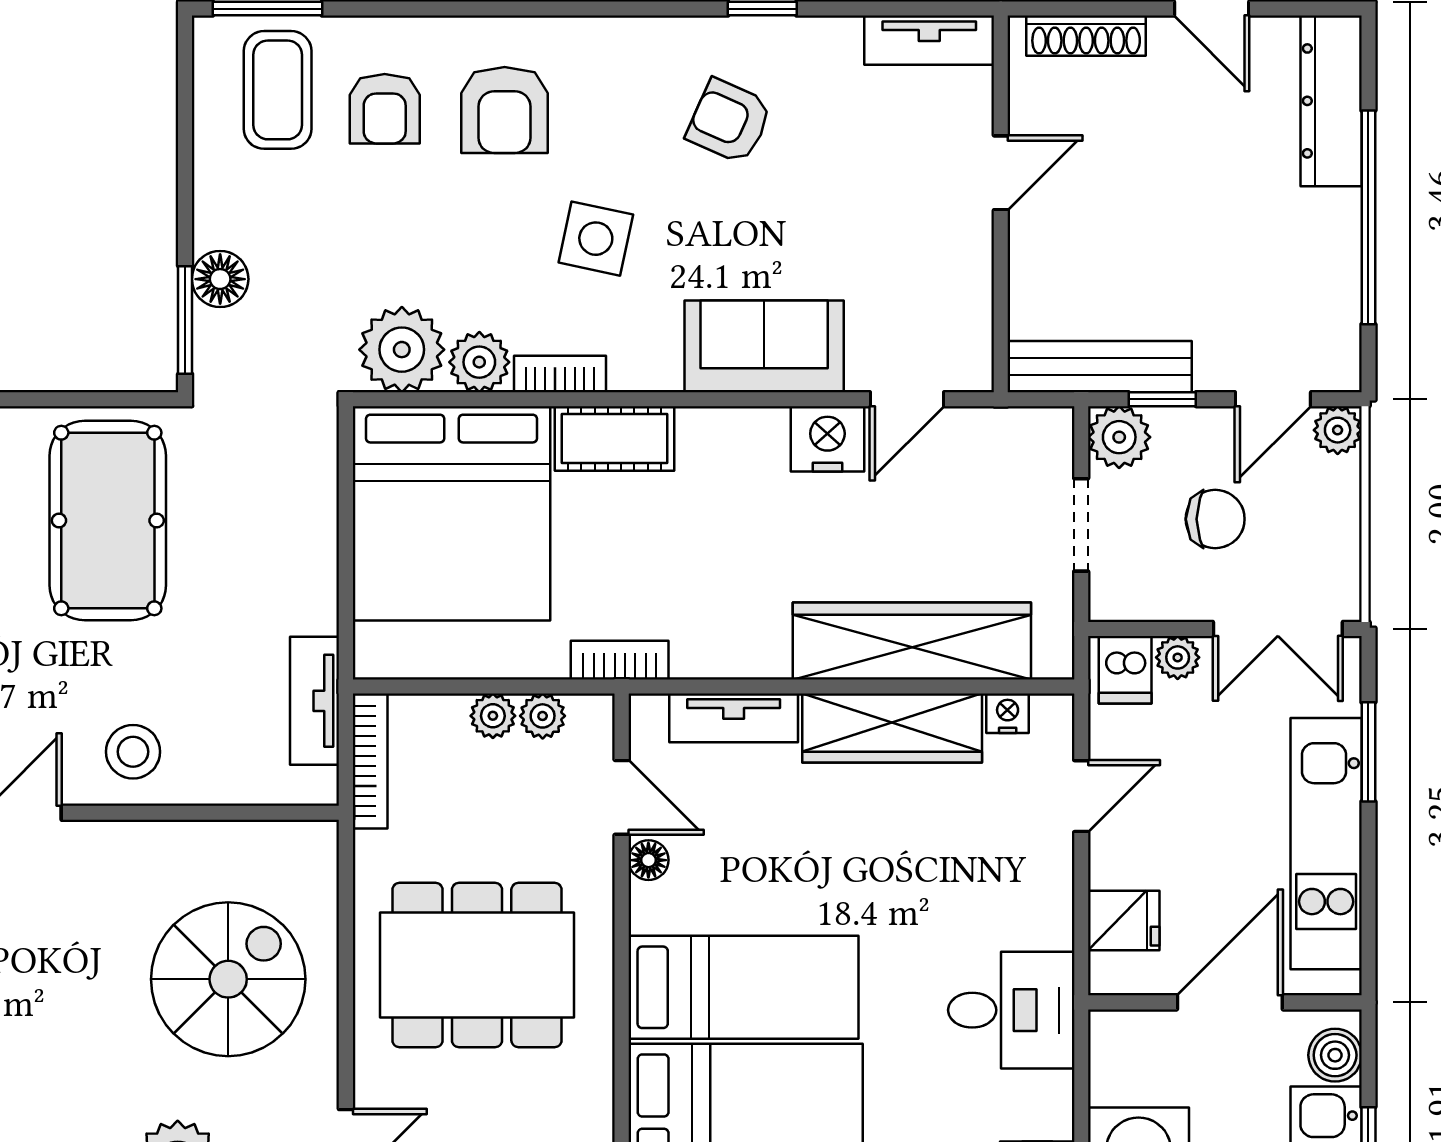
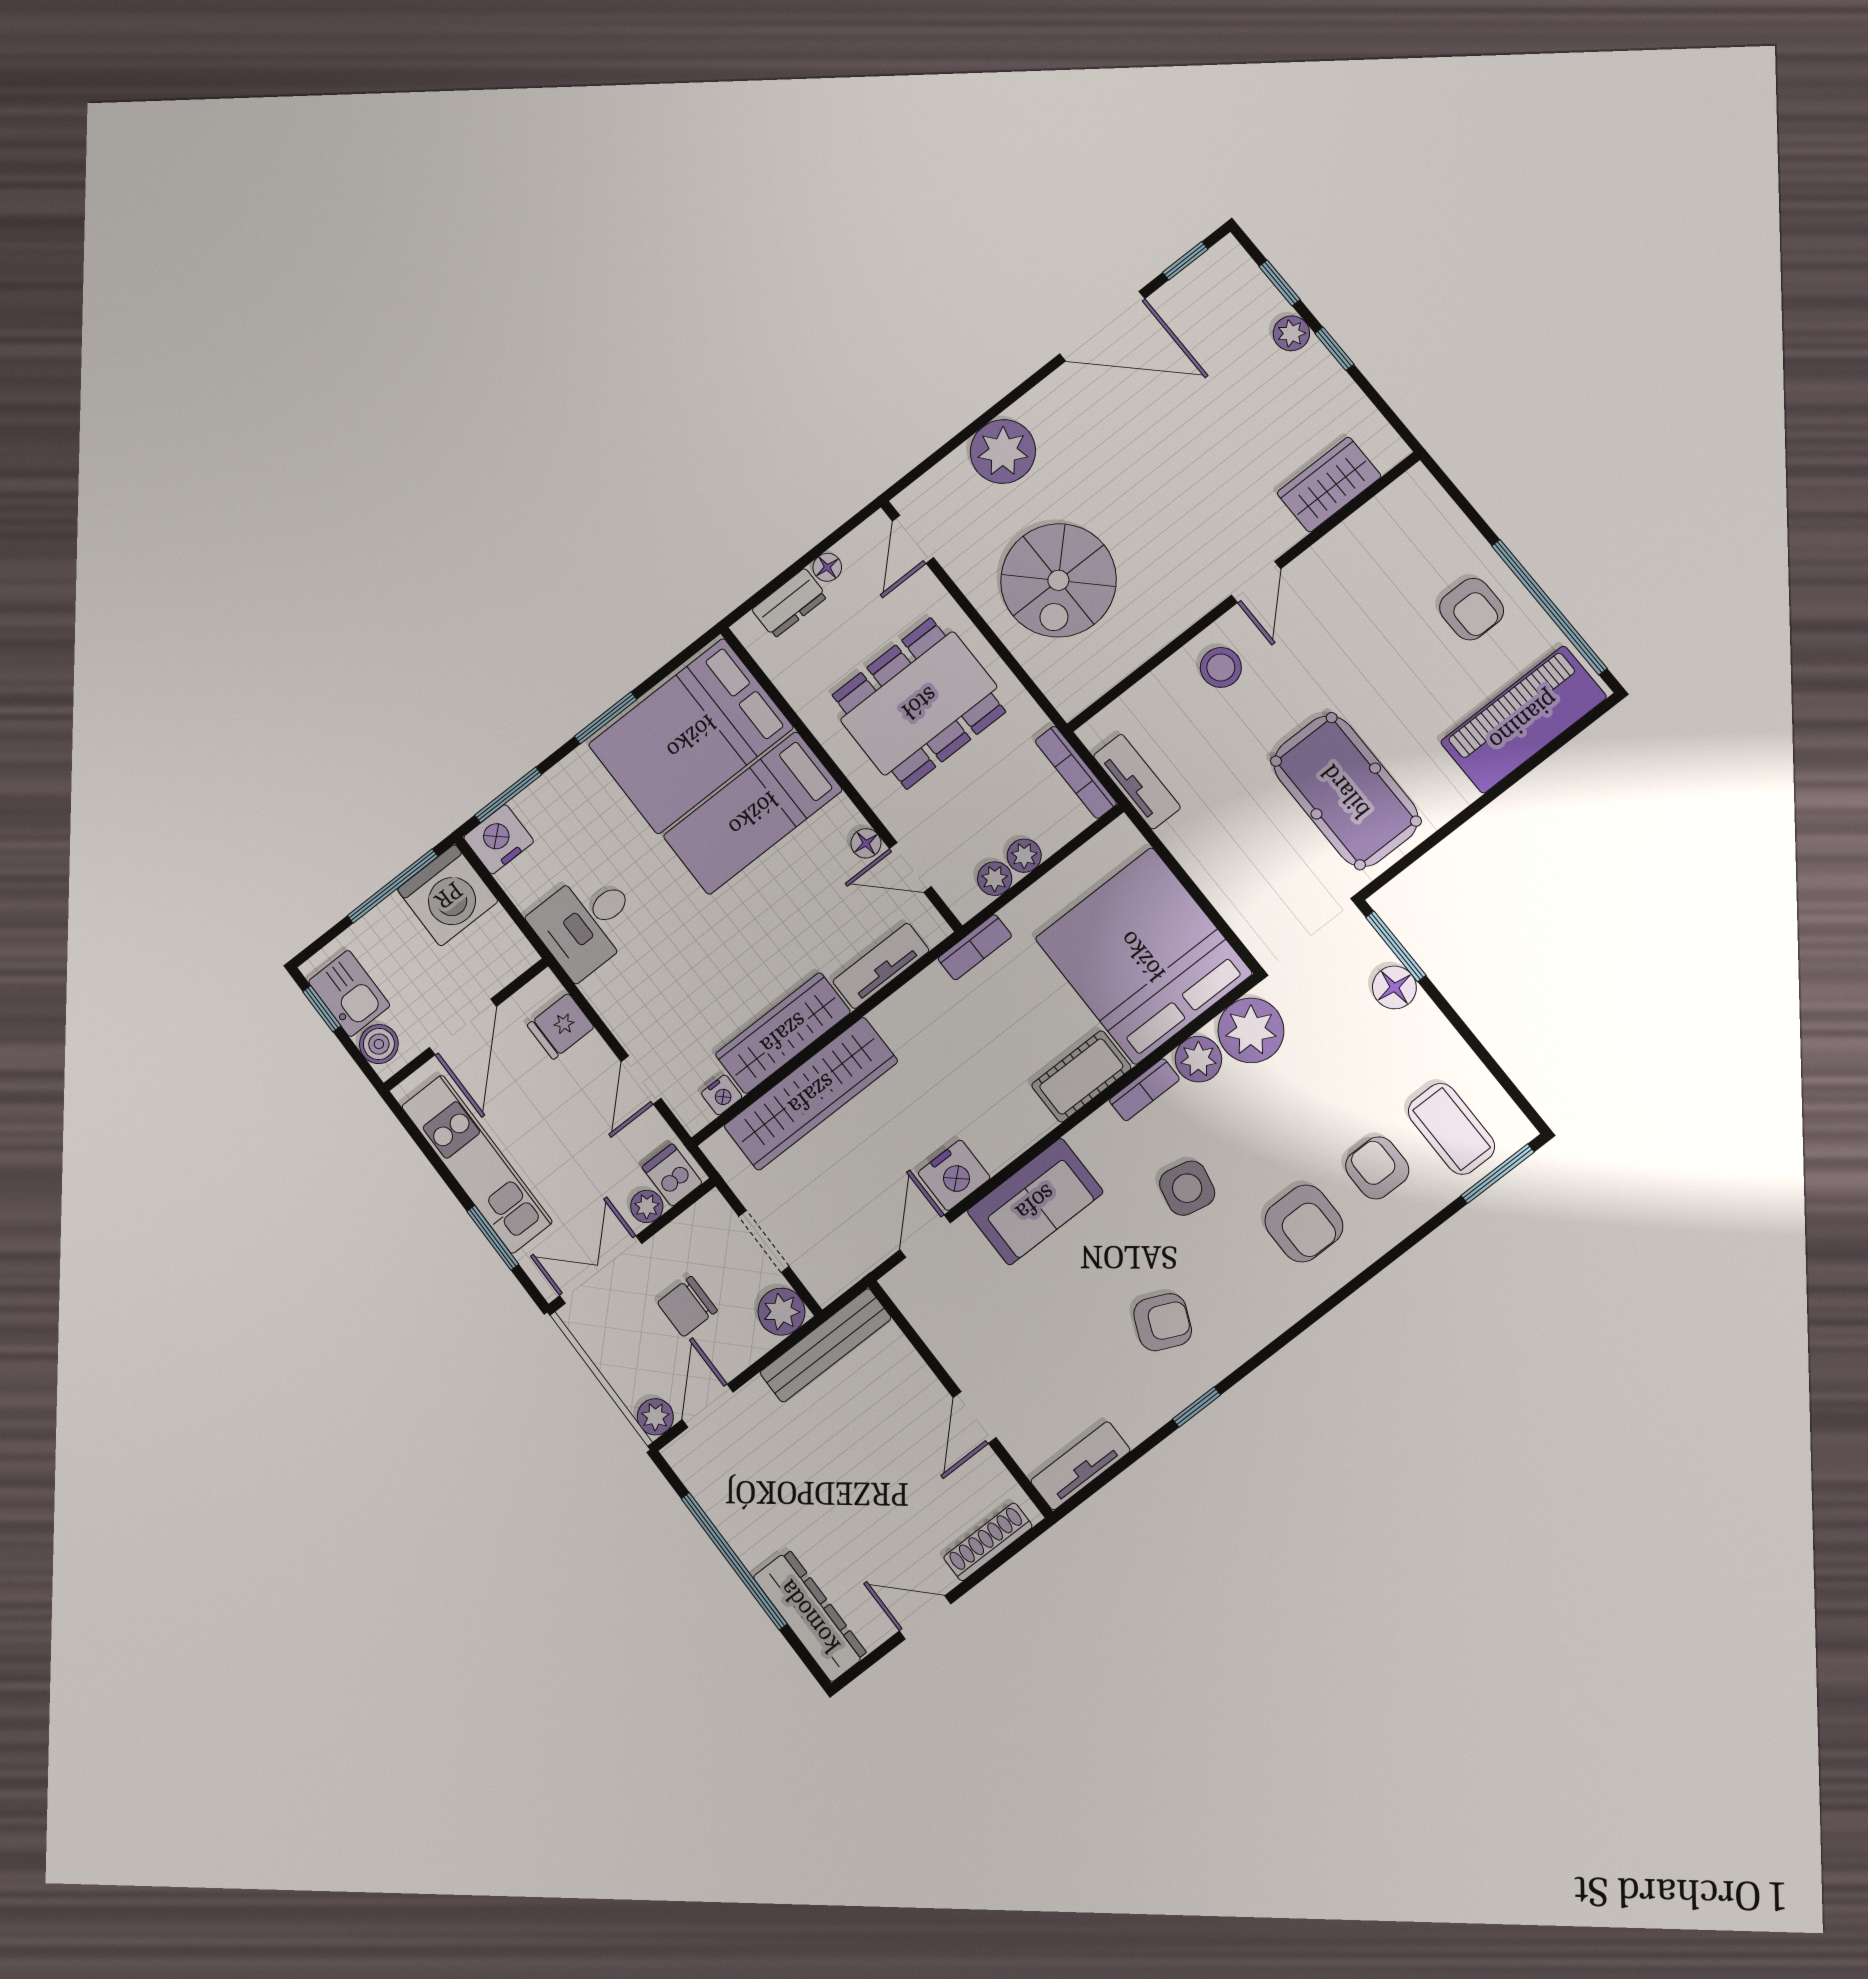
armchair: (505, 110) -> (1304, 1223), turned 180
window: (1162, 399) -> (773, 1355), removed

